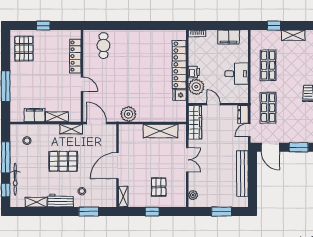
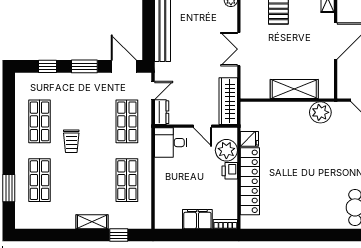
filing cabinet: (229, 37) -> (197, 219), moved
desk: (237, 74) -> (171, 143), moved
shelving: (161, 131) -> (294, 89), moved

